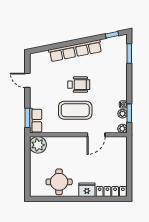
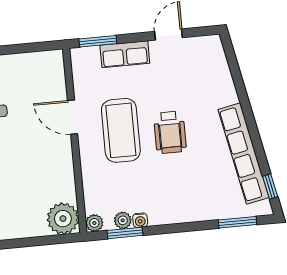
row of seats: (75, 51) -> (244, 153), moved
row of seats: (36, 121) -> (125, 54), moved
door: (96, 135) -> (73, 117), moved
plant: (38, 145) -> (63, 219), moved

